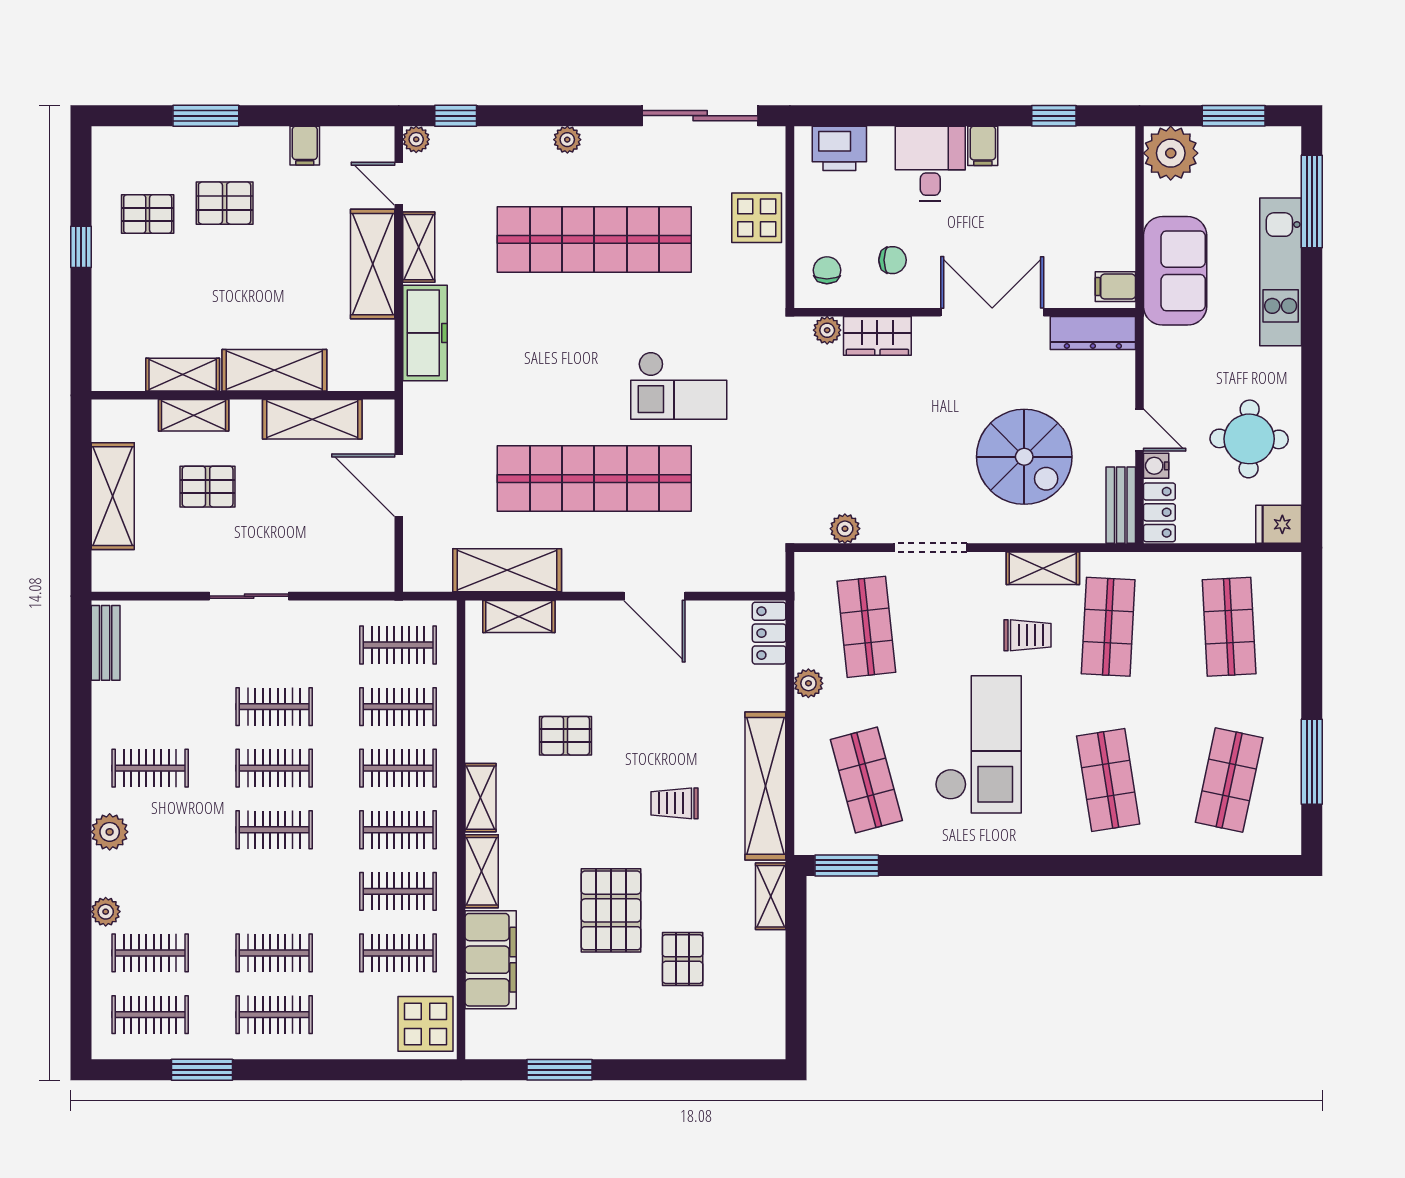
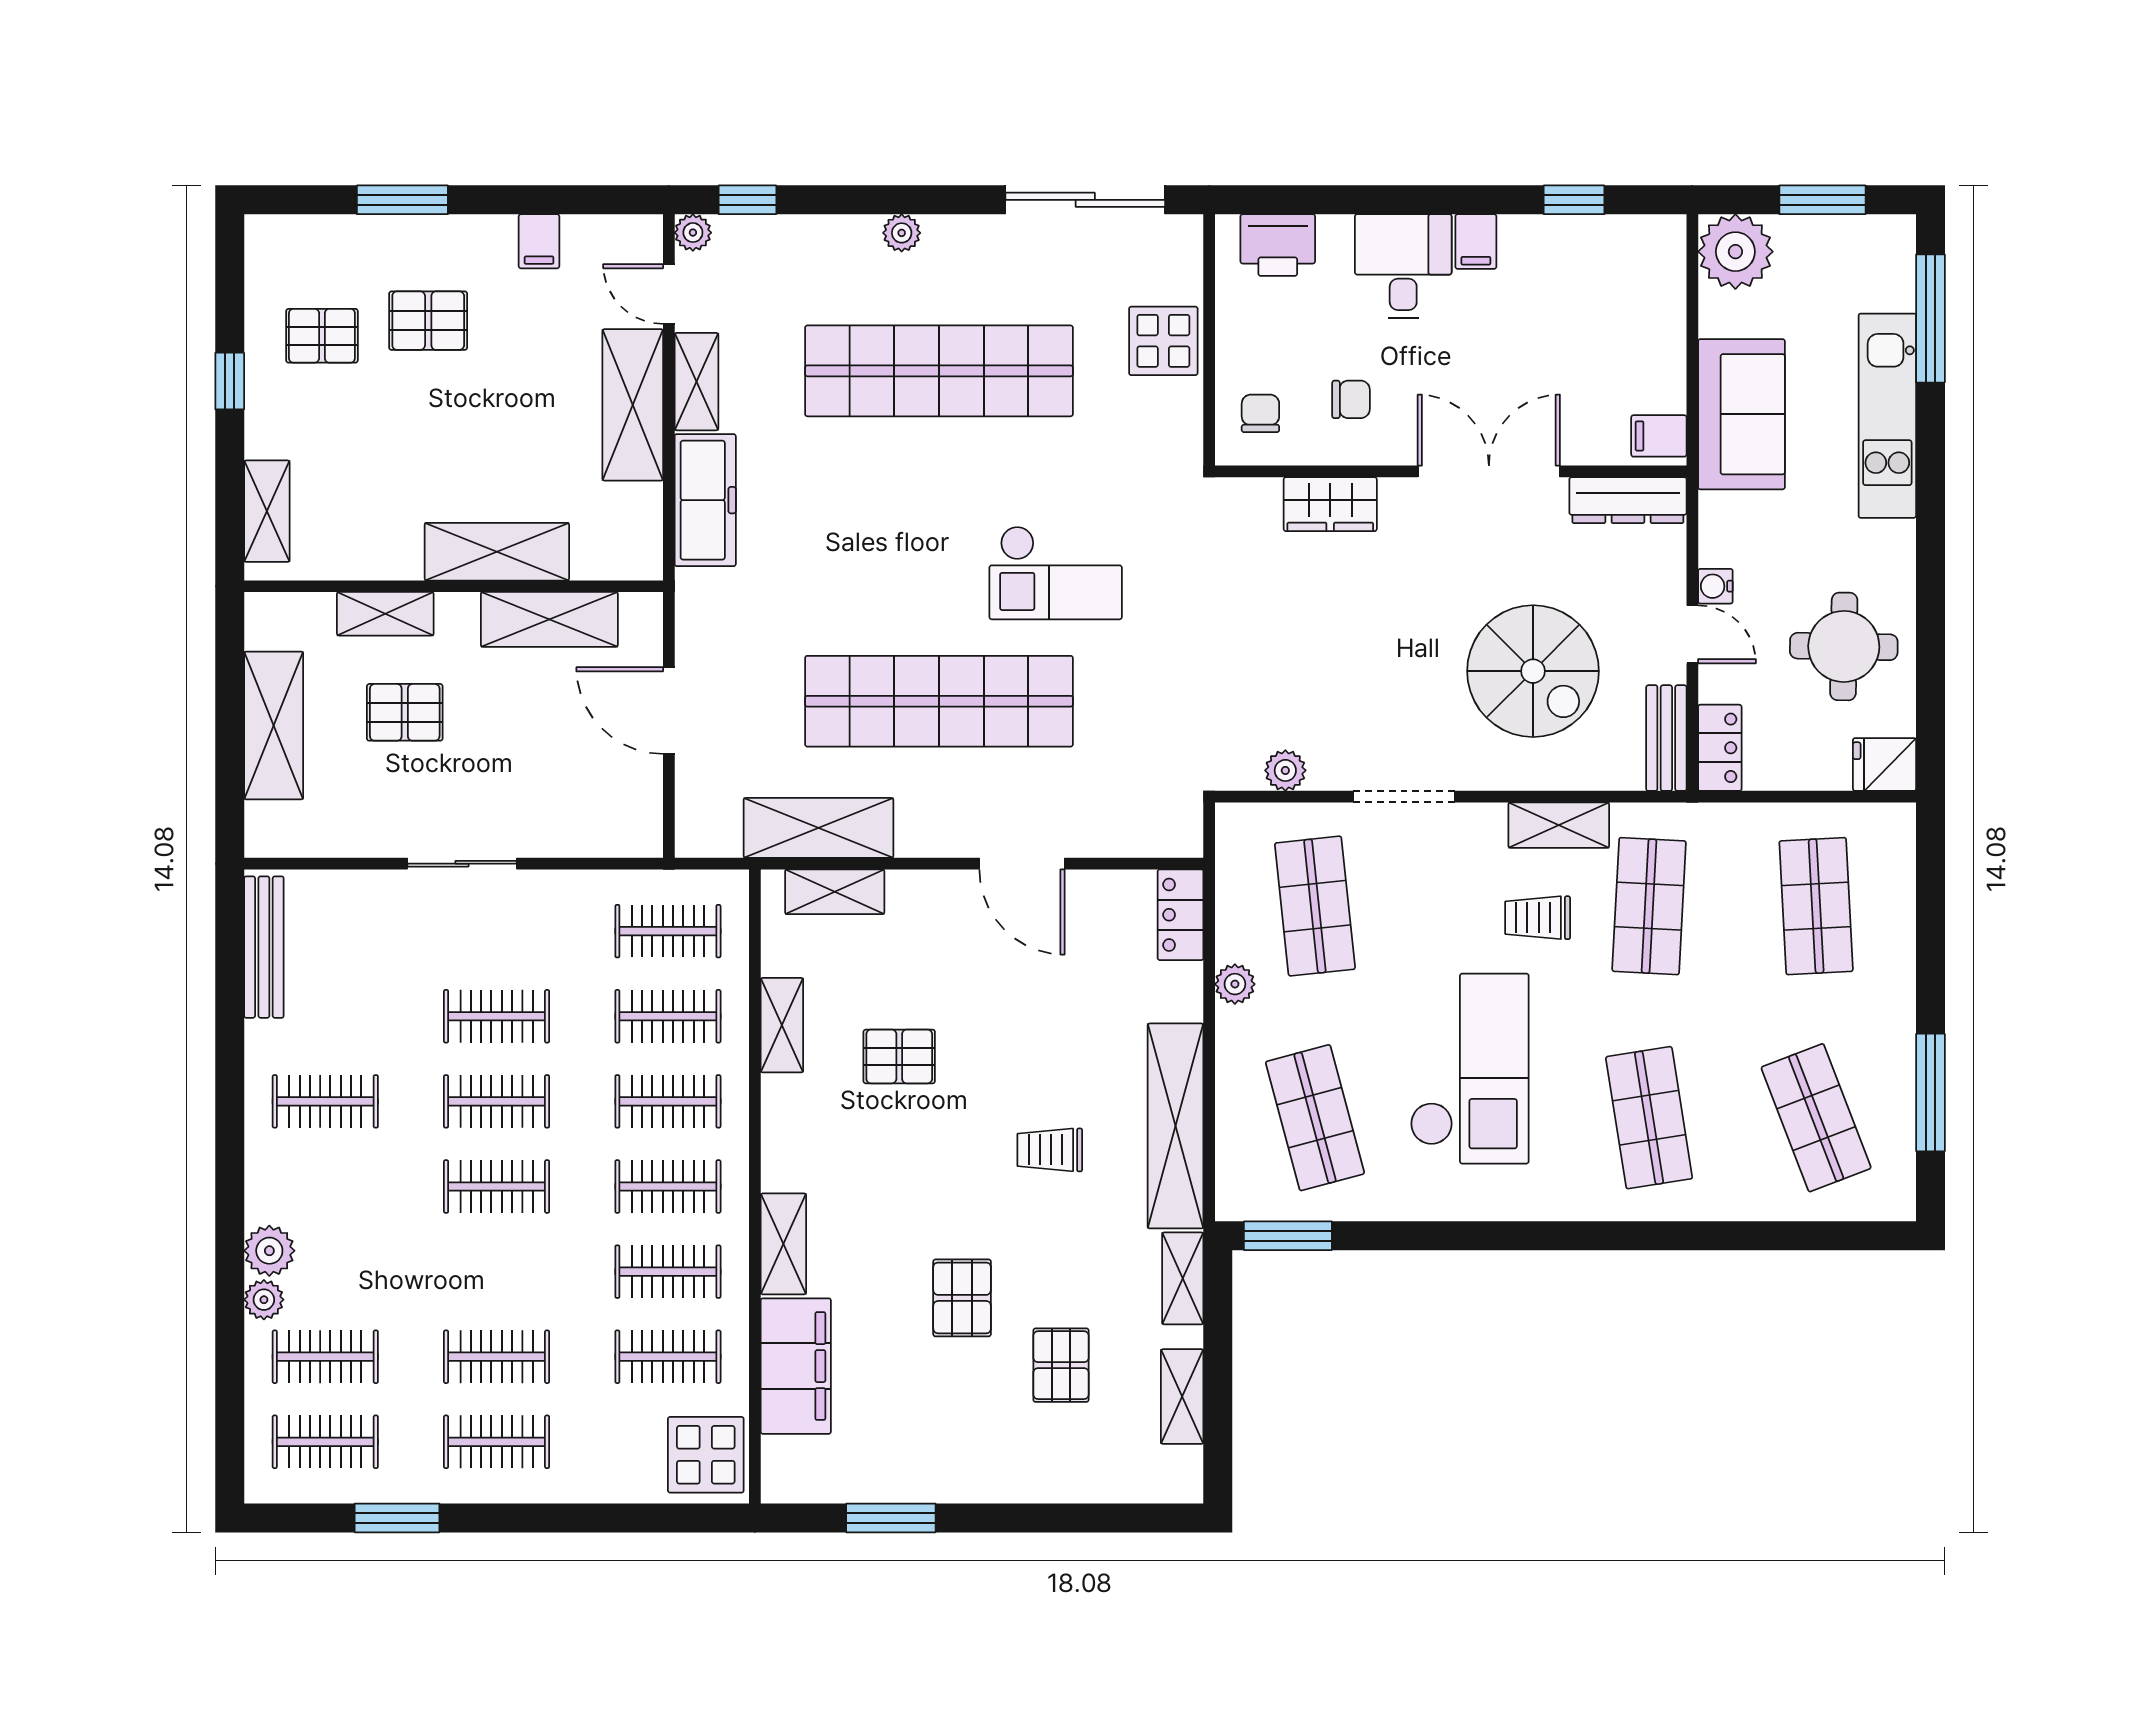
plant: (827, 330) -> (1261, 496), removed
shelving: (183, 375) -> (267, 511), moved, turned 90
water cooler: (1156, 466) -> (1715, 586), moved
trolley: (1028, 635) -> (1538, 918), turned 180
bench: (106, 643) -> (264, 947), width x1.36
shop shelf: (1229, 780) -> (1816, 1118), turned -33
shelving: (481, 798) -> (782, 1025), moved
plant: (110, 832) -> (269, 1251), moved
pallet: (611, 910) -> (962, 1298), width x0.67, depth x0.71
shelving: (770, 982) -> (1182, 1397), added

